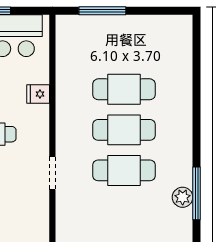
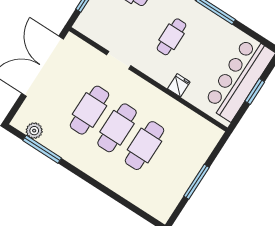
window: (102, 11) -> (197, 182), moved
plant: (183, 197) -> (34, 131), moved

